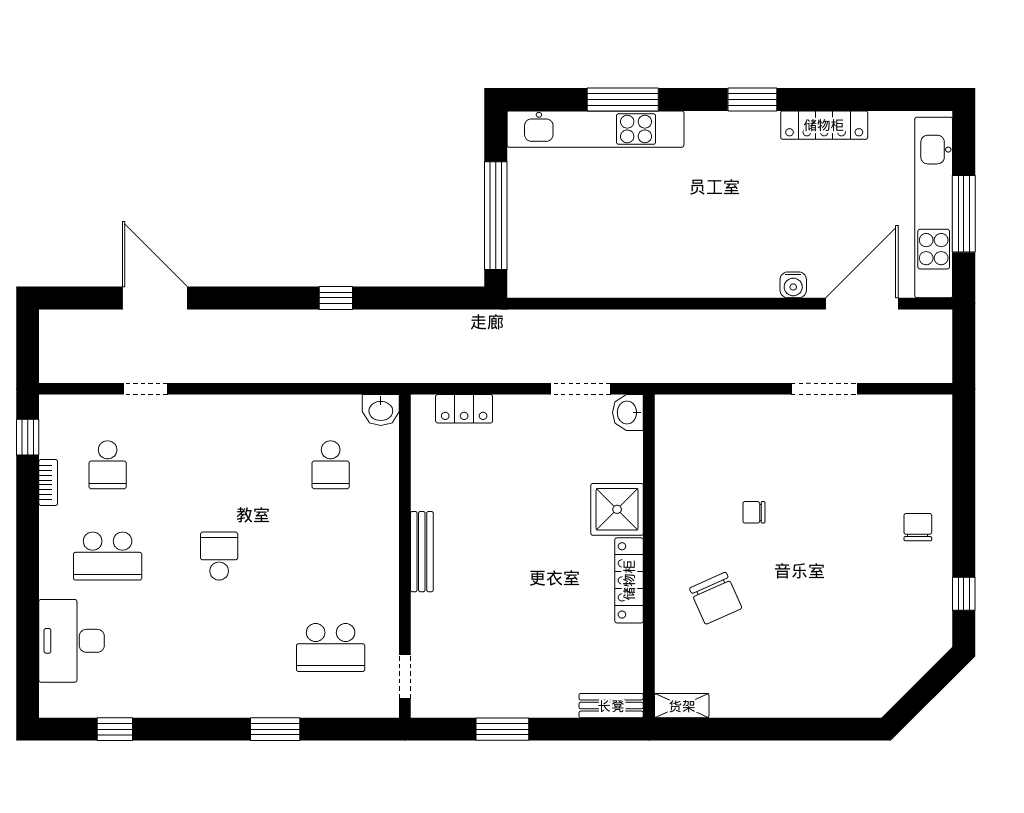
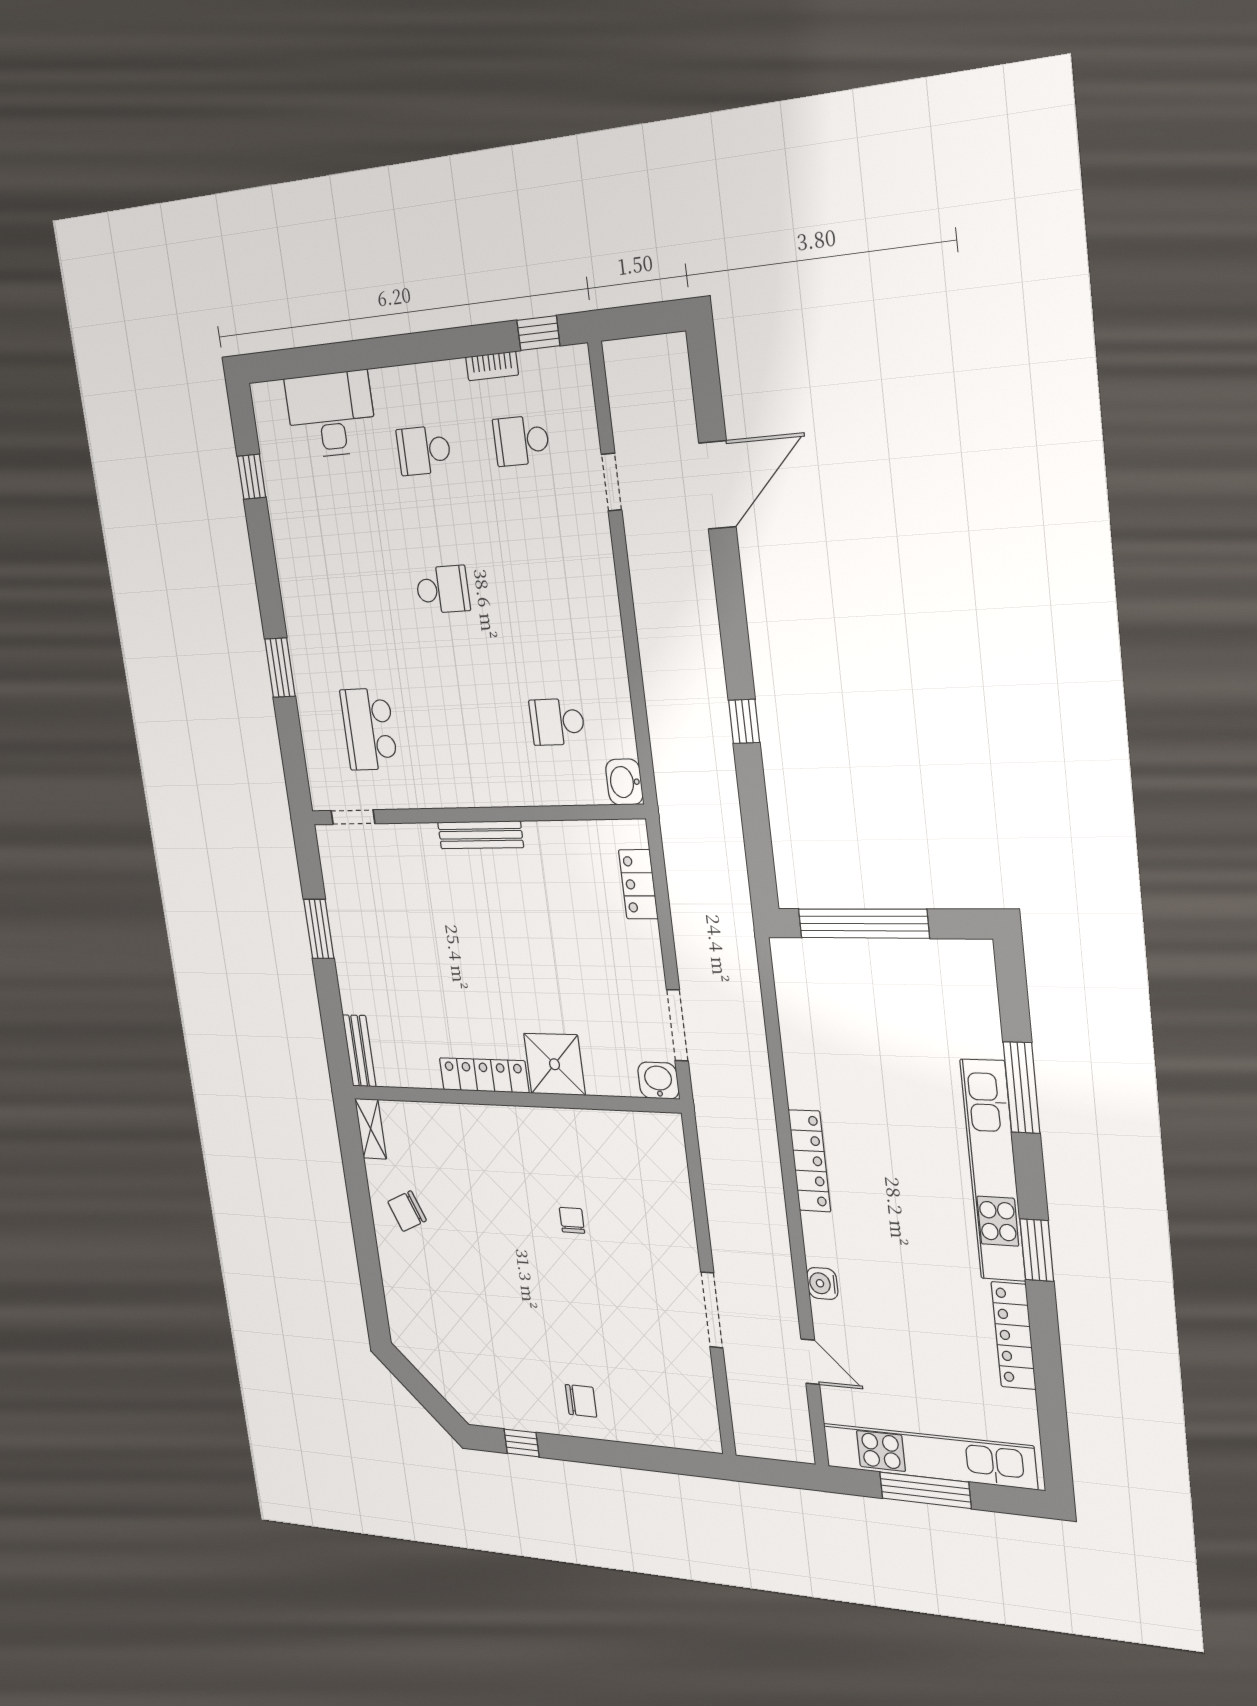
kitchen unit: (595, 129) -> (993, 1171), moved
locker: (690, 284) -> (809, 1161), added
door: (862, 304) -> (810, 1362), width x0.53
school desk: (108, 556) -> (424, 450), width x0.54
chair: (716, 598) -> (407, 1211), moved, width x0.73, depth x0.73

